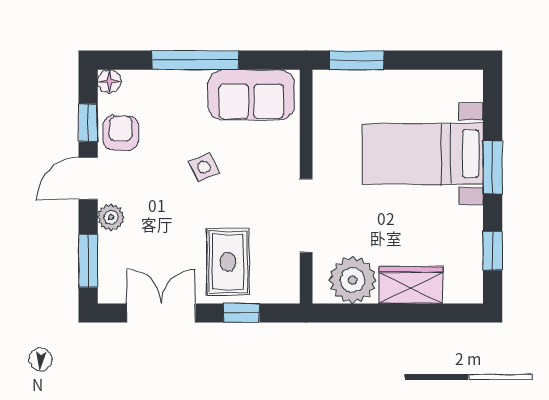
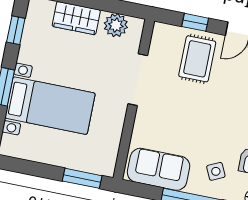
side table: (204, 167) -> (216, 171), moved
plant: (353, 280) -> (116, 25), width x0.73, depth x0.73

